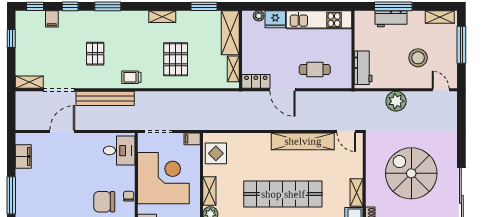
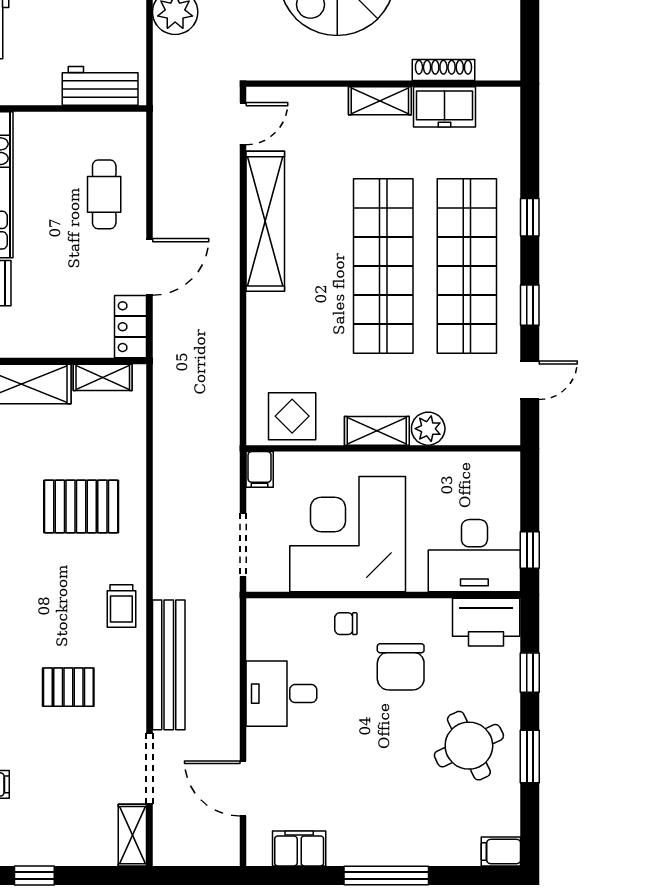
door: (62, 131) -> (243, 789), moved
desk: (119, 151) -> (281, 694), moved, turned -90
chair: (129, 196) -> (346, 624), moved

